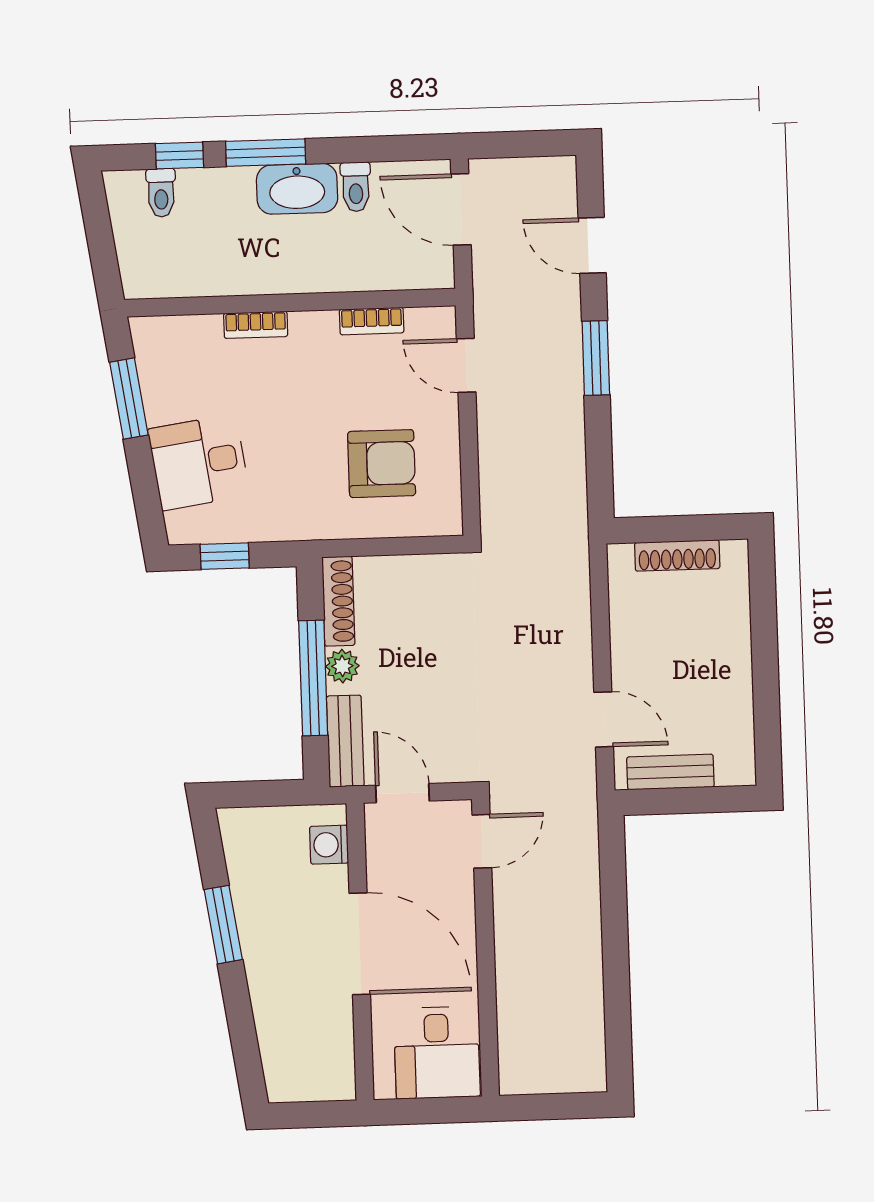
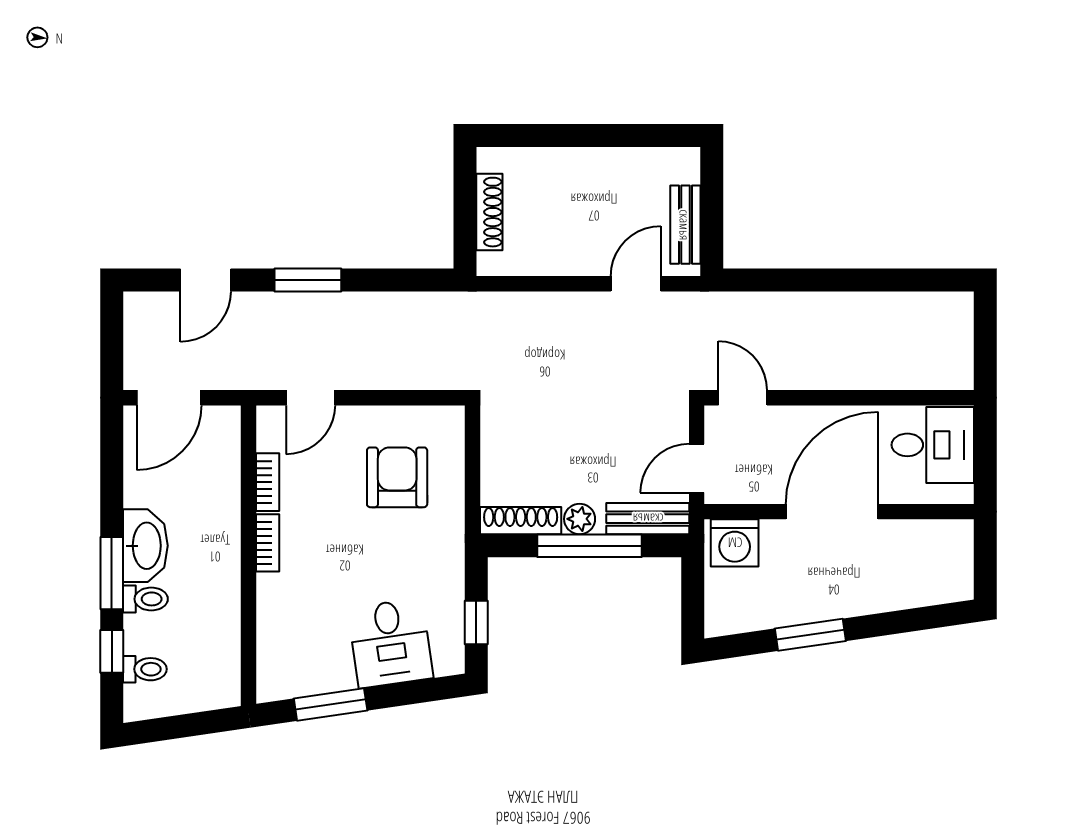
toilet: (356, 187) -> (145, 599), moved
bookcase: (256, 325) -> (268, 543), moved
washing machine: (329, 845) -> (735, 543), width x1.38, depth x1.38

